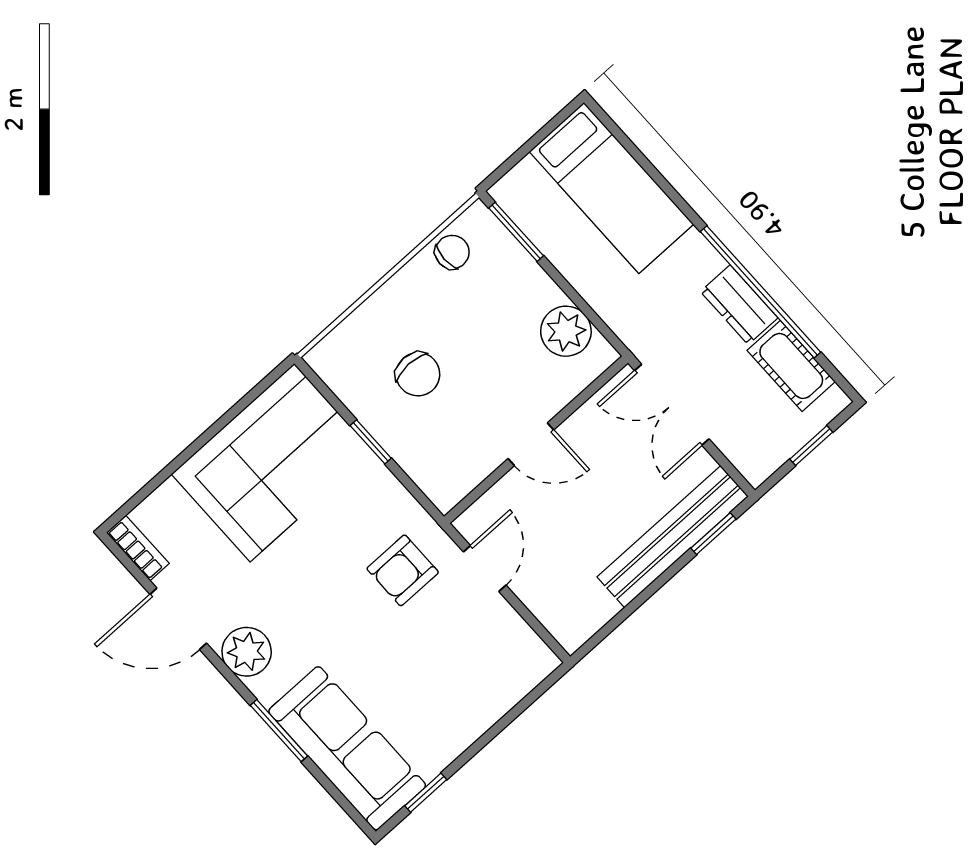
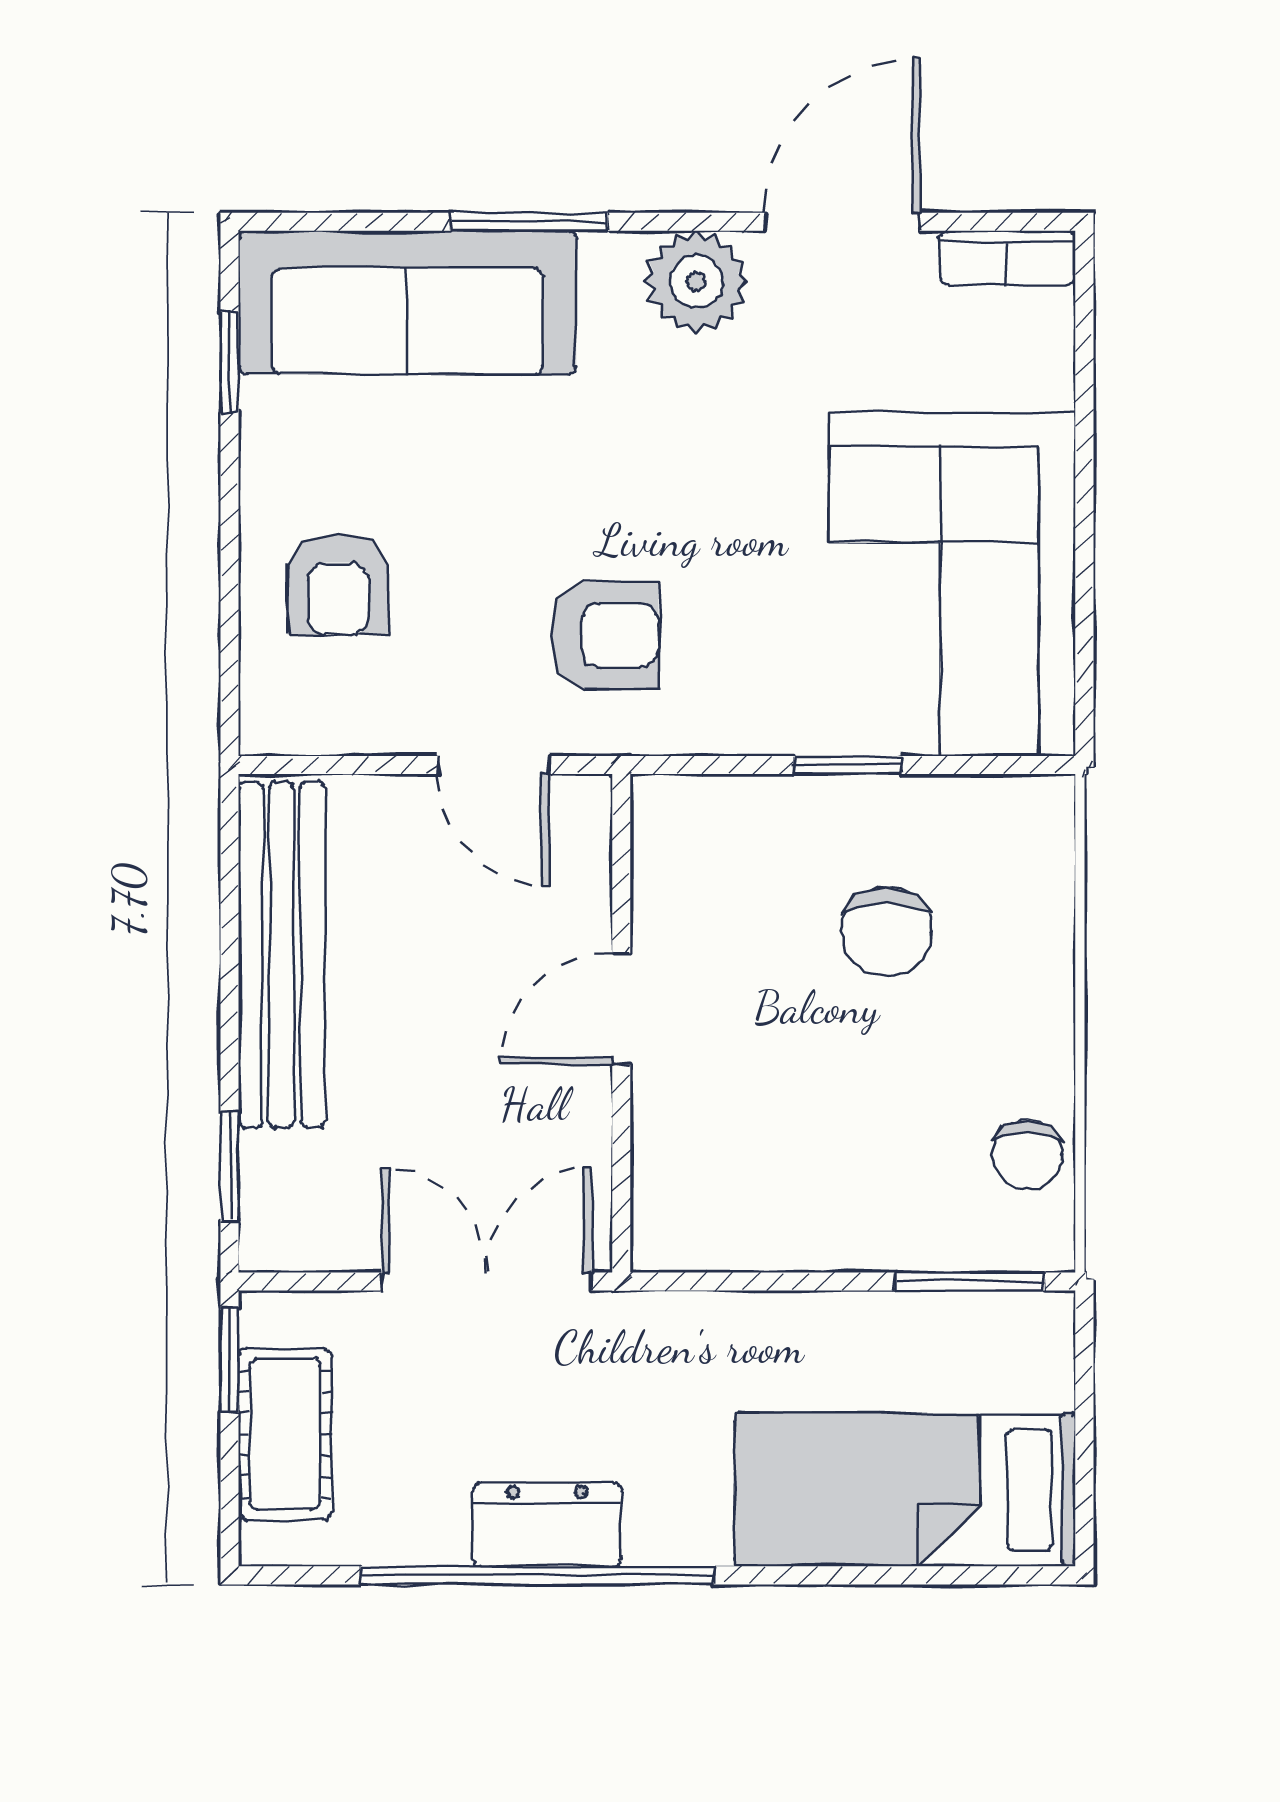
plant: (566, 331) -> (747, 1220), removed
cot: (791, 366) -> (285, 1434), moved, turned 90
chair: (418, 374) -> (887, 932), turned -90
window: (811, 446) -> (229, 1361), moved
bench: (673, 537) -> (281, 955), moved
armchair: (403, 570) -> (605, 636), turned 90
armchair: (470, 682) -> (338, 585), added

